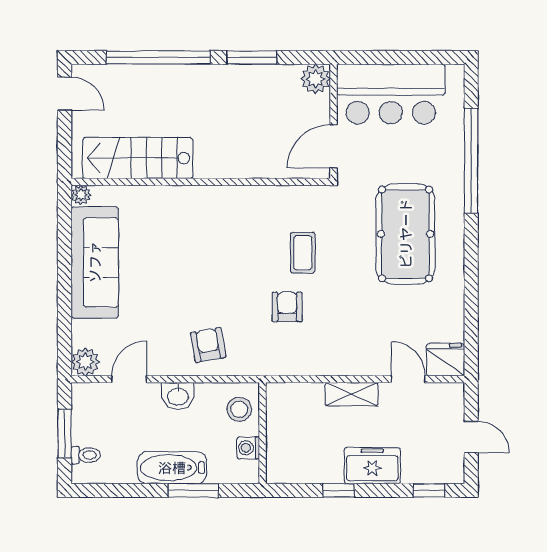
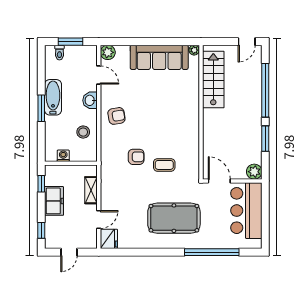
wall: (263, 433) -> (71, 163), moved
washing machine: (248, 448) -> (63, 156), moved

